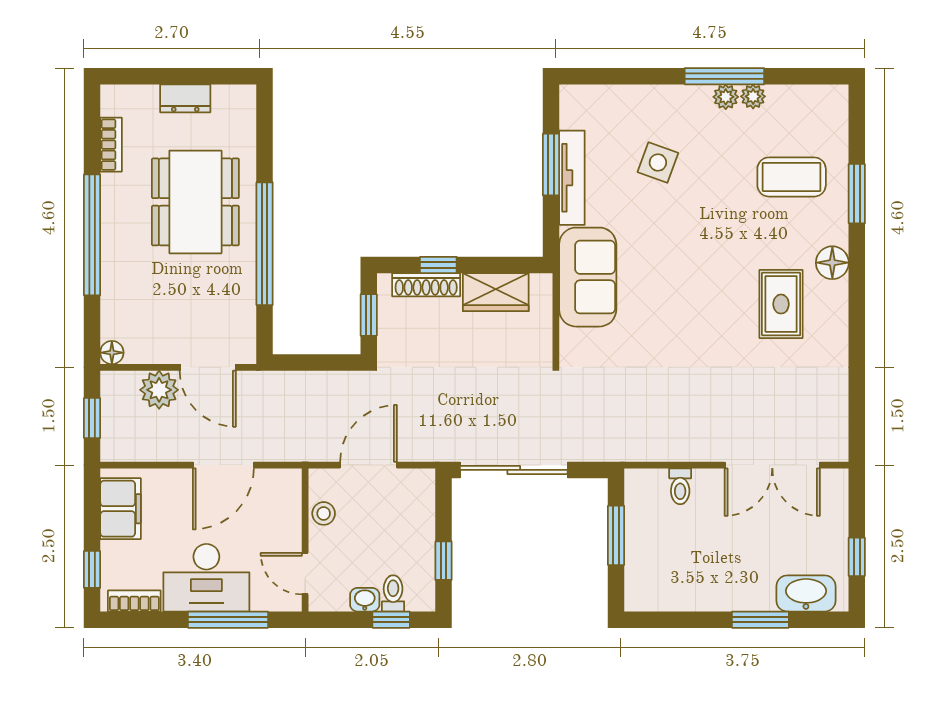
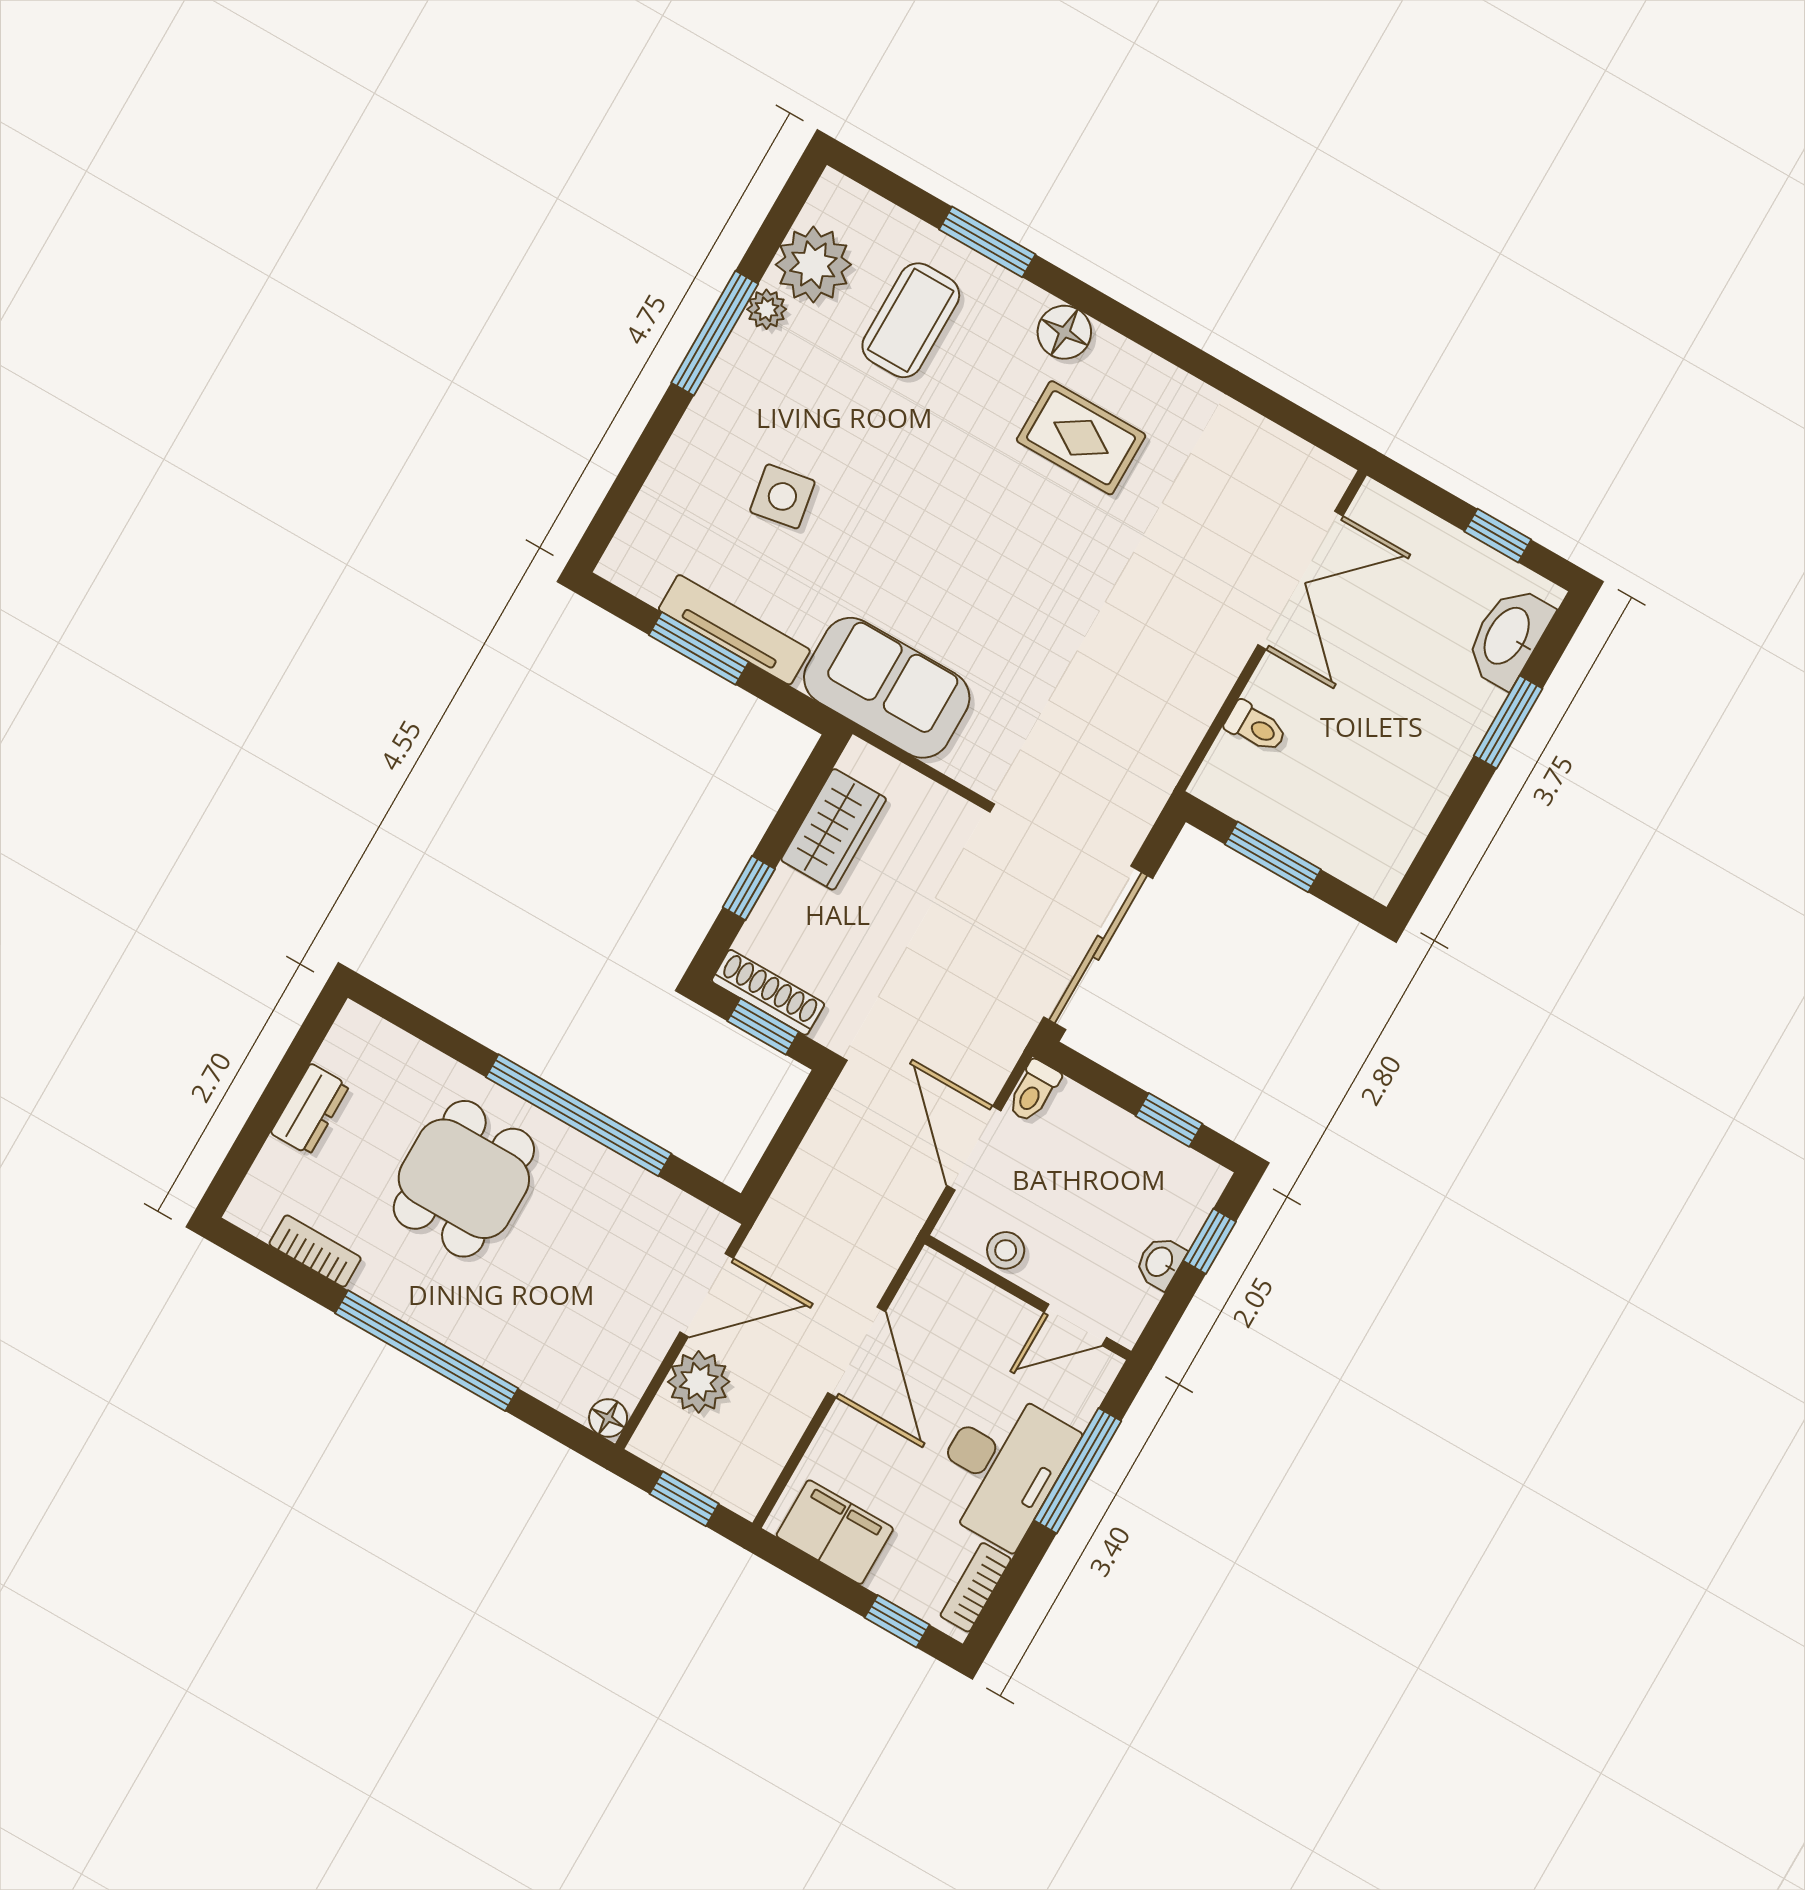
plant: (726, 97) -> (813, 265), moved, width x1.88, depth x1.88
side table: (658, 162) -> (782, 496), turned -30
dining table: (195, 202) -> (464, 1179), width x0.73
shoe rack: (426, 285) -> (768, 992), moved, turned -90
toilet: (393, 593) -> (1034, 1091), moved, turned -90

